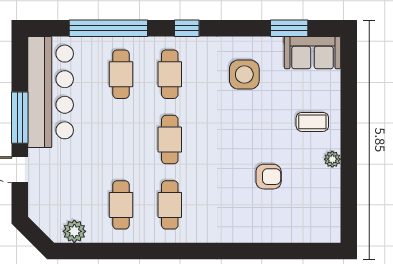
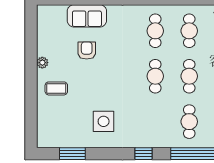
sofa: (312, 53) -> (87, 16), moved, turned 180
cafe table: (170, 74) -> (189, 76), moved
armchair: (269, 177) -> (87, 50), turned 90

